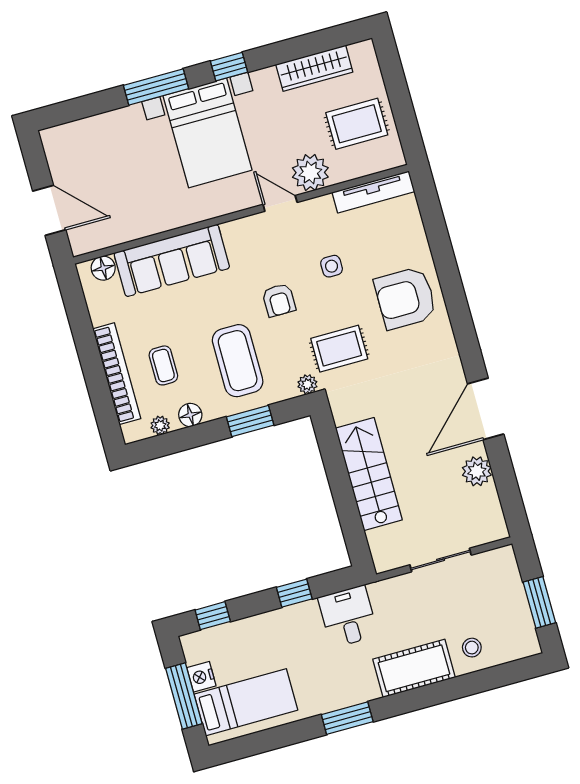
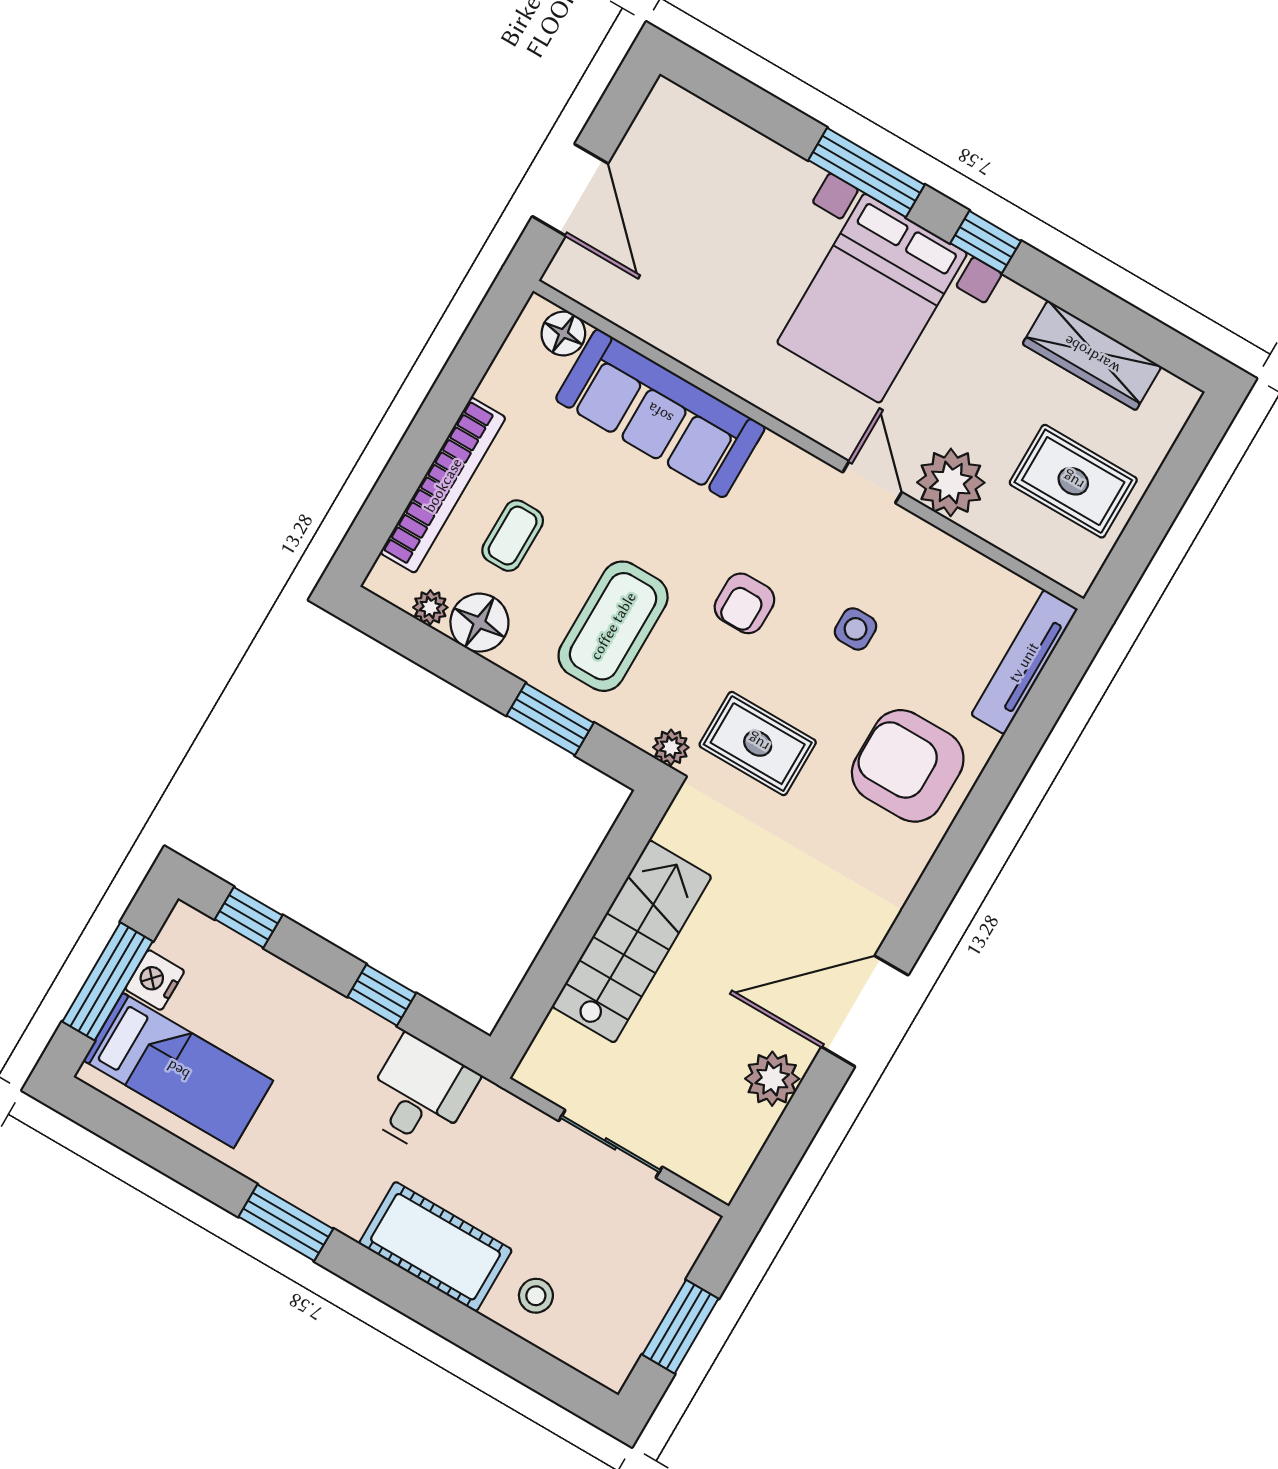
tv unit: (373, 192) -> (1024, 662), moved, turned 90
floor lamp: (190, 415) -> (479, 623), width x1.38, depth x1.38

